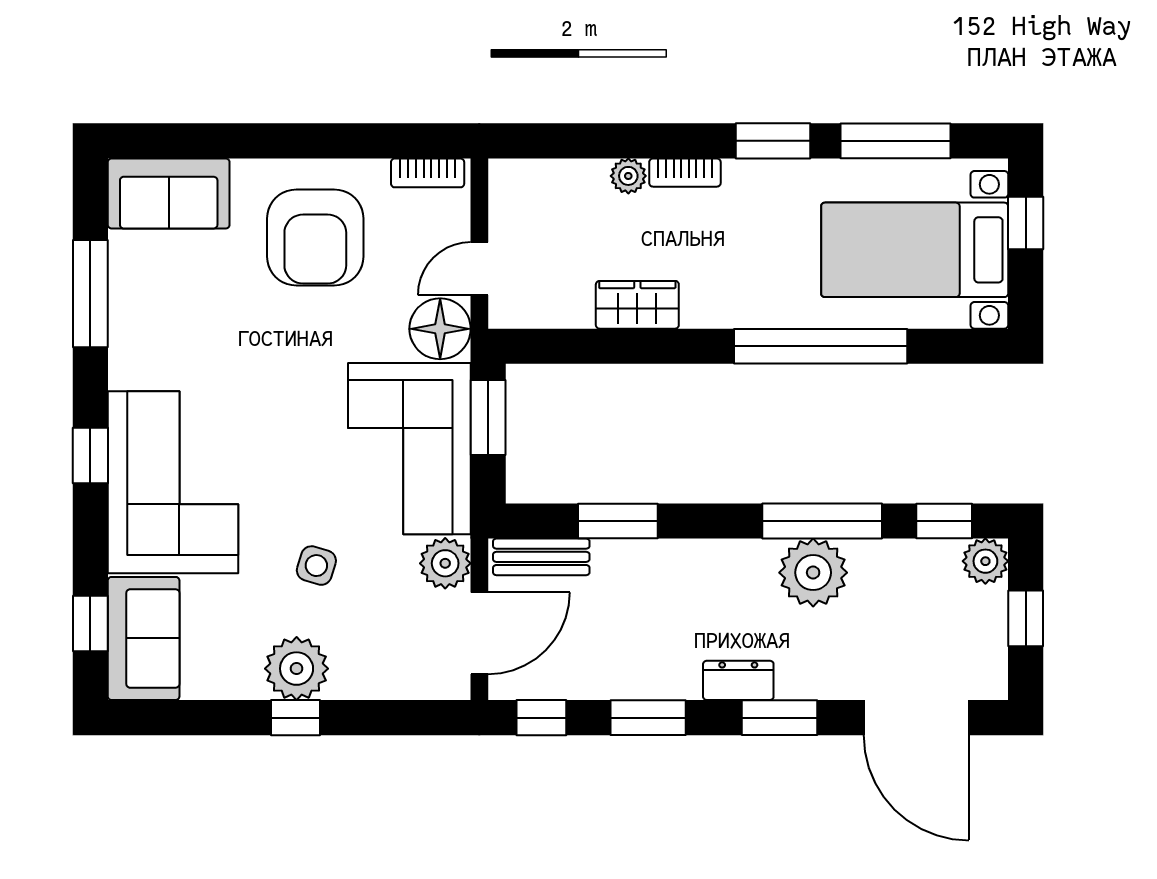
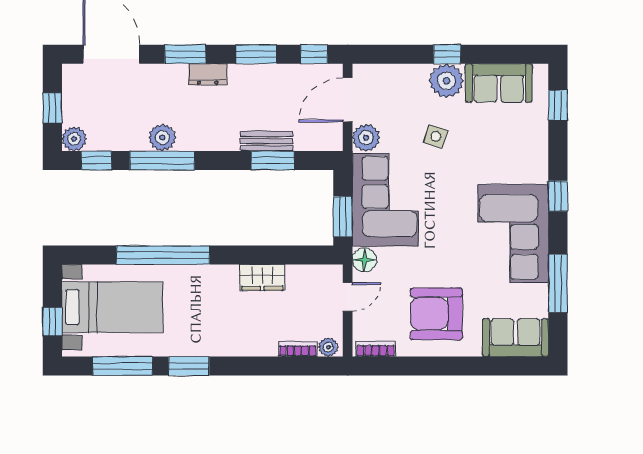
bookcase: (685, 173) -> (298, 349), moved
plant: (628, 176) -> (328, 347), moved
armchair: (315, 238) -> (436, 314), turned -90
floor lamp: (440, 329) -> (364, 260), width x0.73, depth x0.73
corner sofa: (173, 482) -> (513, 234), moved
bench: (541, 557) -> (266, 141), moved
plant: (813, 573) -> (162, 138), width x0.73, depth x0.73
sofa: (144, 638) -> (499, 83), moved, turned -90

